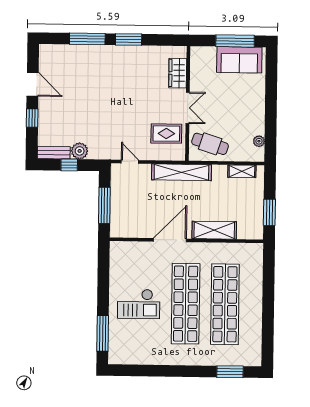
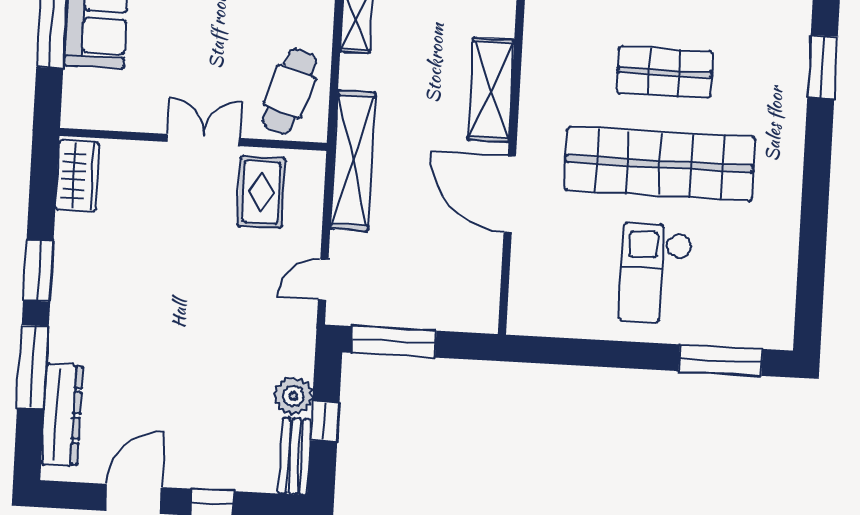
dresser: (67, 52) -> (62, 415), added
wardrobe: (178, 73) -> (77, 176), moved, turned -90
window: (104, 205) -> (394, 342), moved
checkout: (139, 304) -> (656, 273), turned 180
shop shelf: (225, 304) -> (665, 72), width x0.50, depth x0.74

